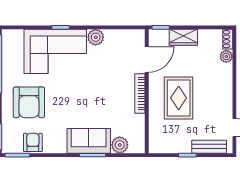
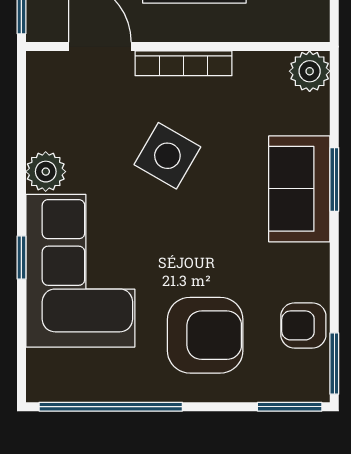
side table: (102, 87) -> (167, 156), added
plant: (120, 145) -> (310, 71), moved

